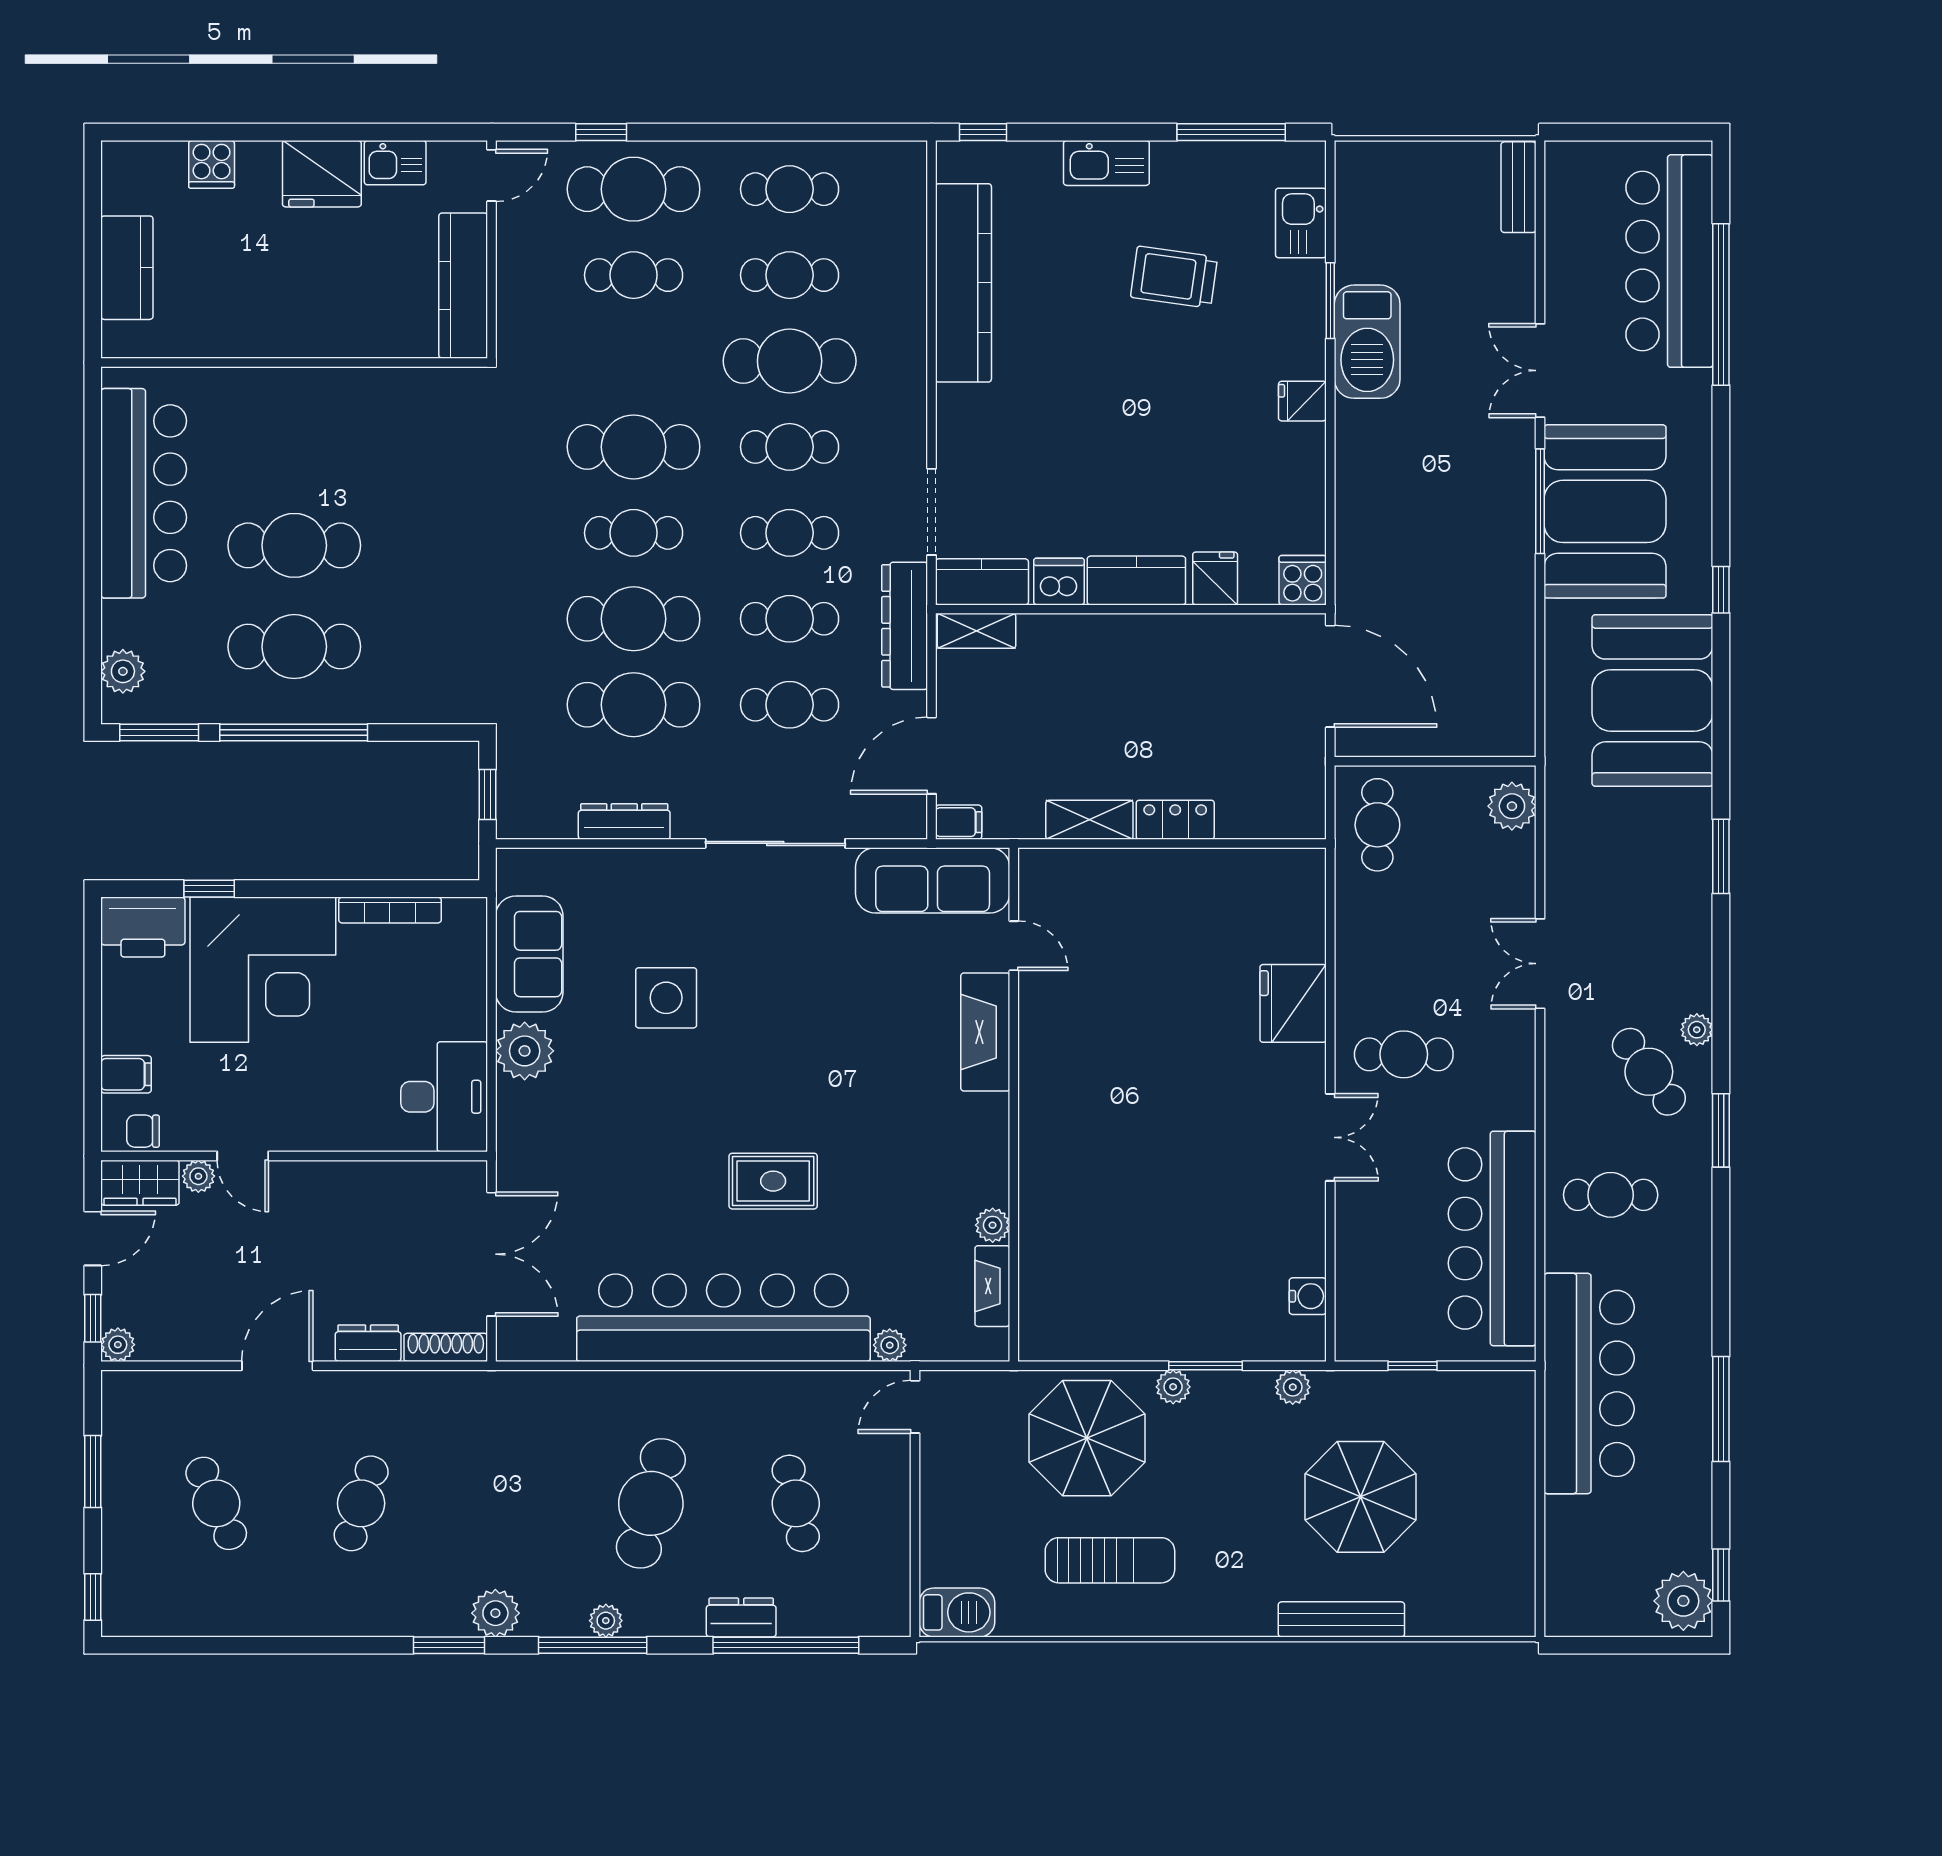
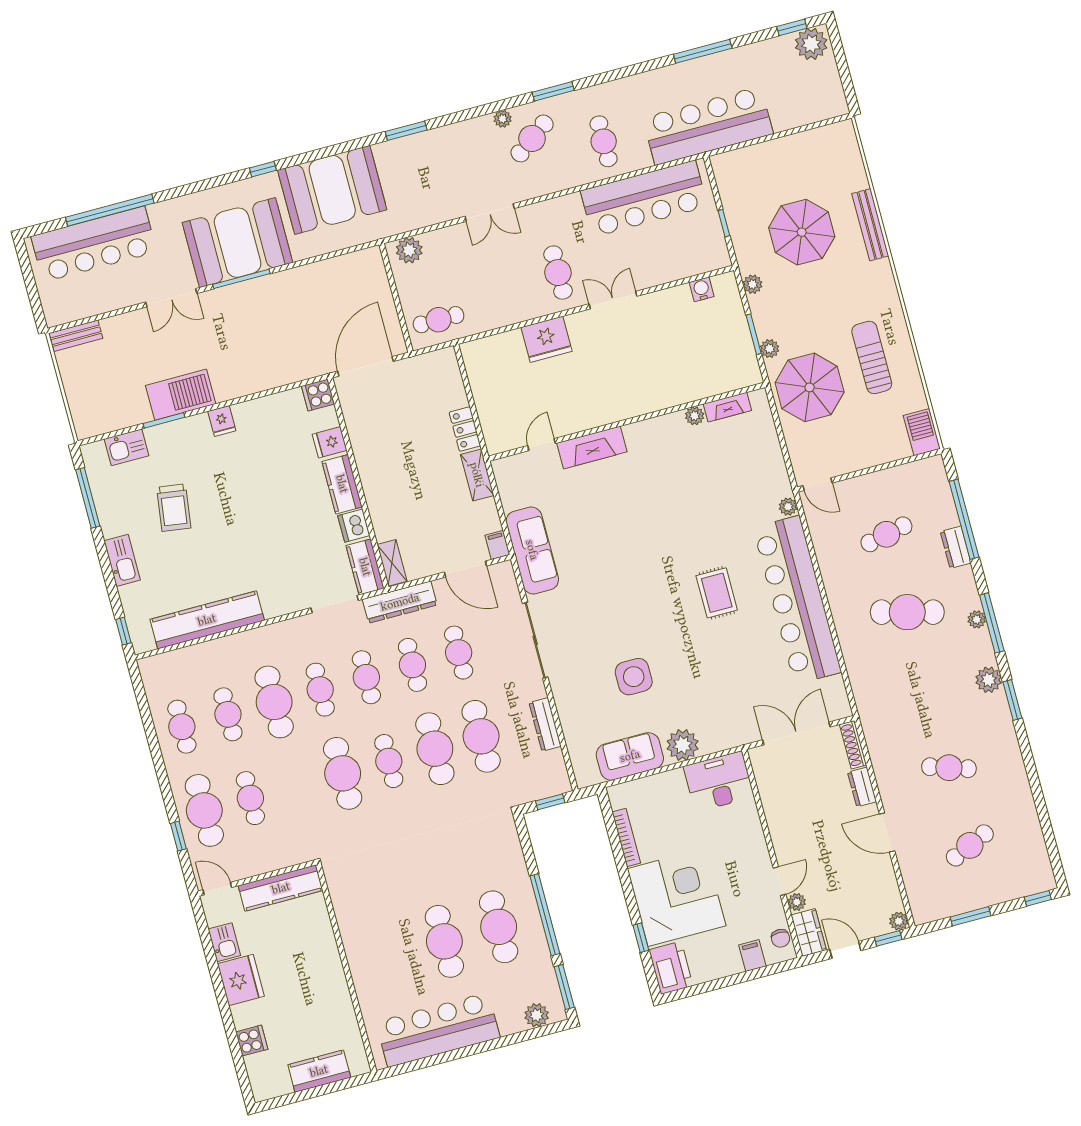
door: (1014, 946) -> (542, 445), moved
fireplace: (985, 1032) -> (592, 447), moved
wall: (1014, 1105) -> (627, 422), moved
plant: (993, 1225) -> (695, 416), moved
fireplace: (992, 1286) -> (727, 407), moved

